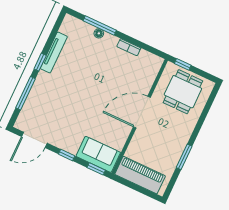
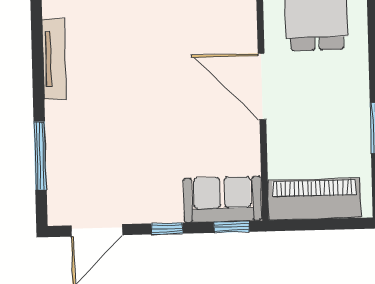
window: (40, 62) -> (38, 88), removed
door: (142, 112) -> (262, 86), hinge flipped

